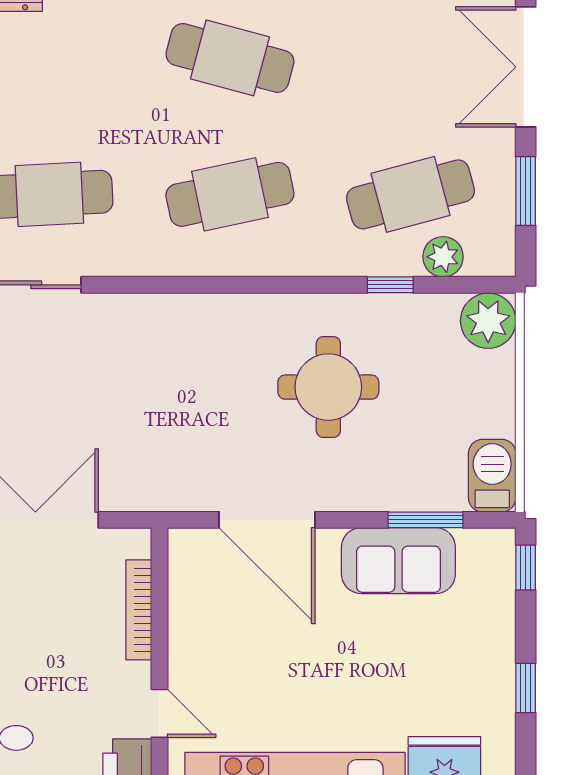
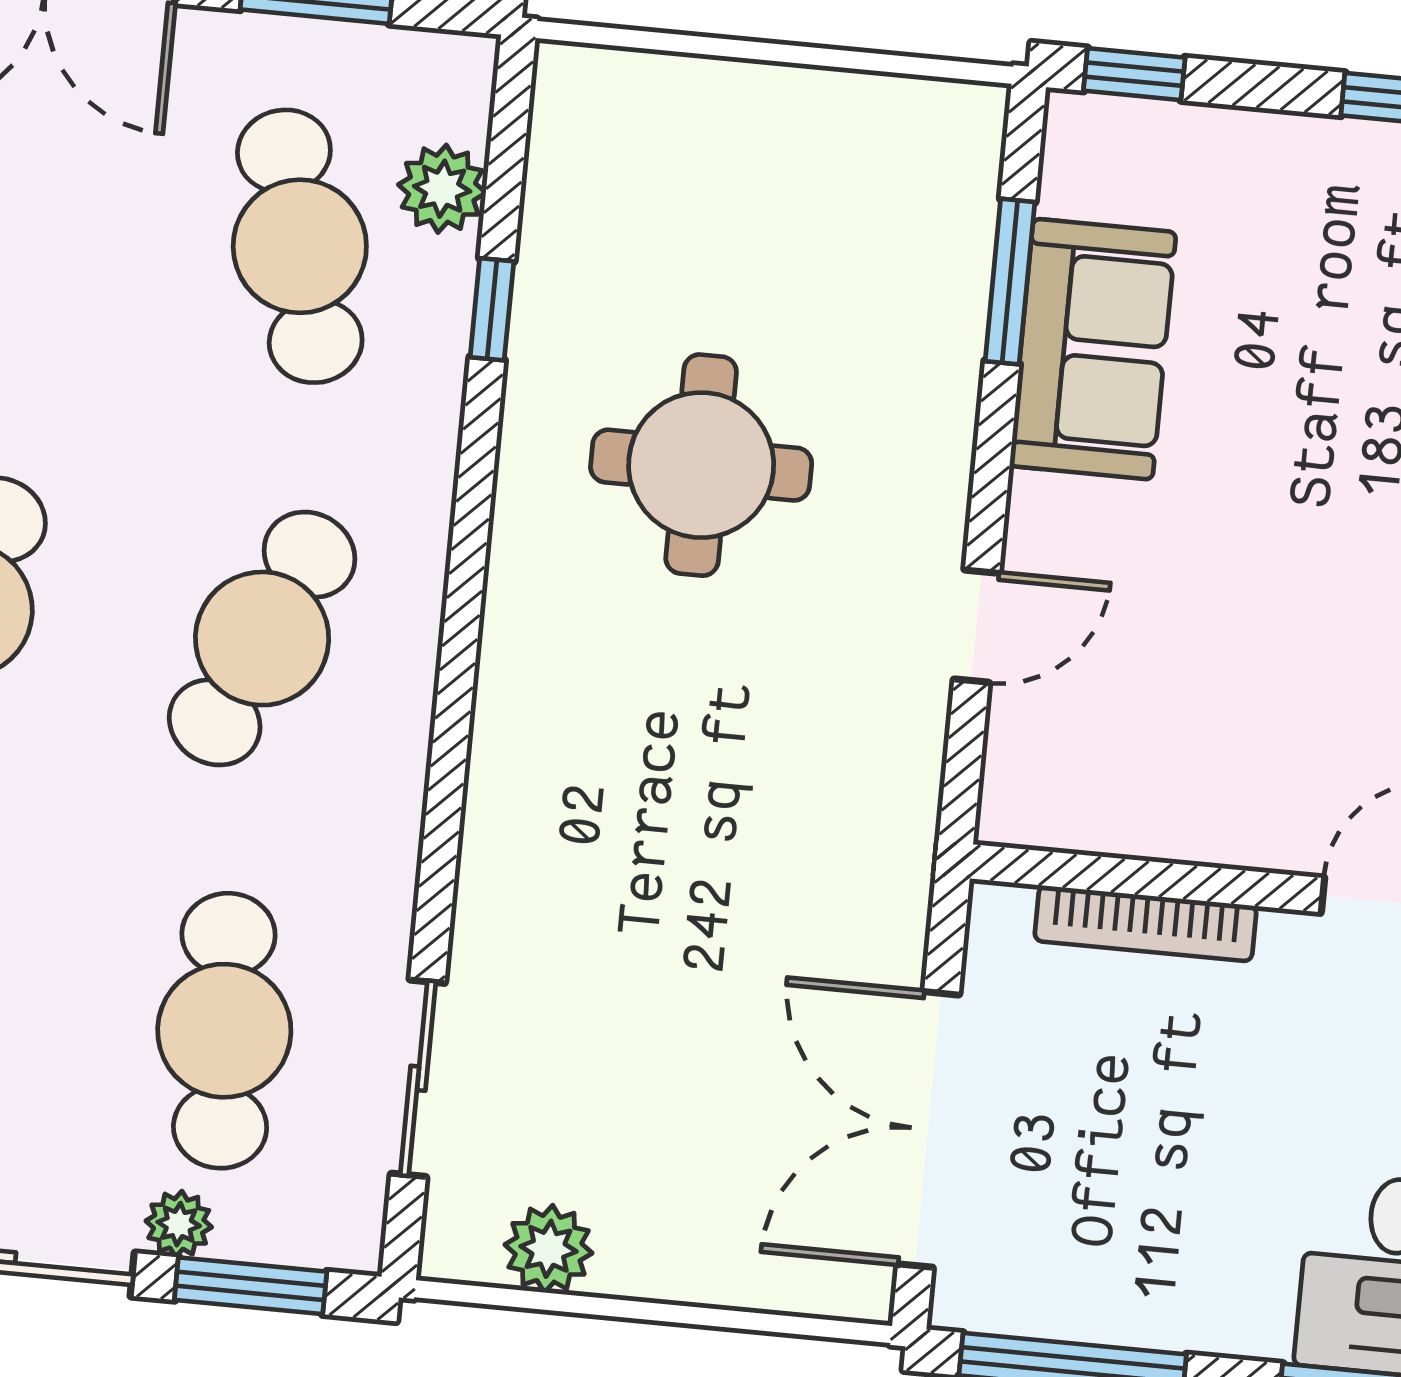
cafe table: (230, 194) -> (262, 639), turned 36
plant: (488, 321) -> (591, 104), removed
barbecue: (492, 476) -> (928, 128), removed
door: (267, 520) -> (977, 626), width x0.53

